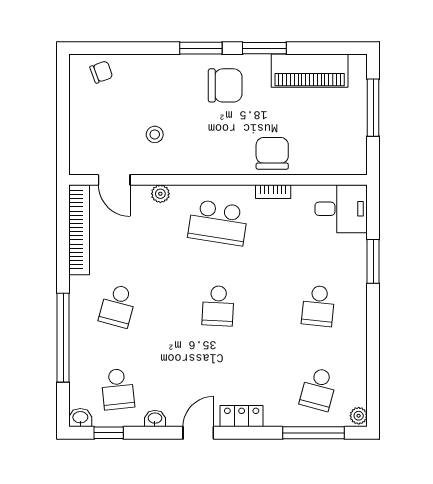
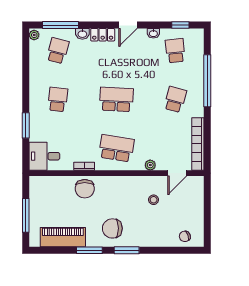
door: (114, 180) -> (177, 173), swing flipped
school desk: (218, 306) -> (116, 99), width x1.85
washbasin: (80, 418) -> (82, 34), moved

